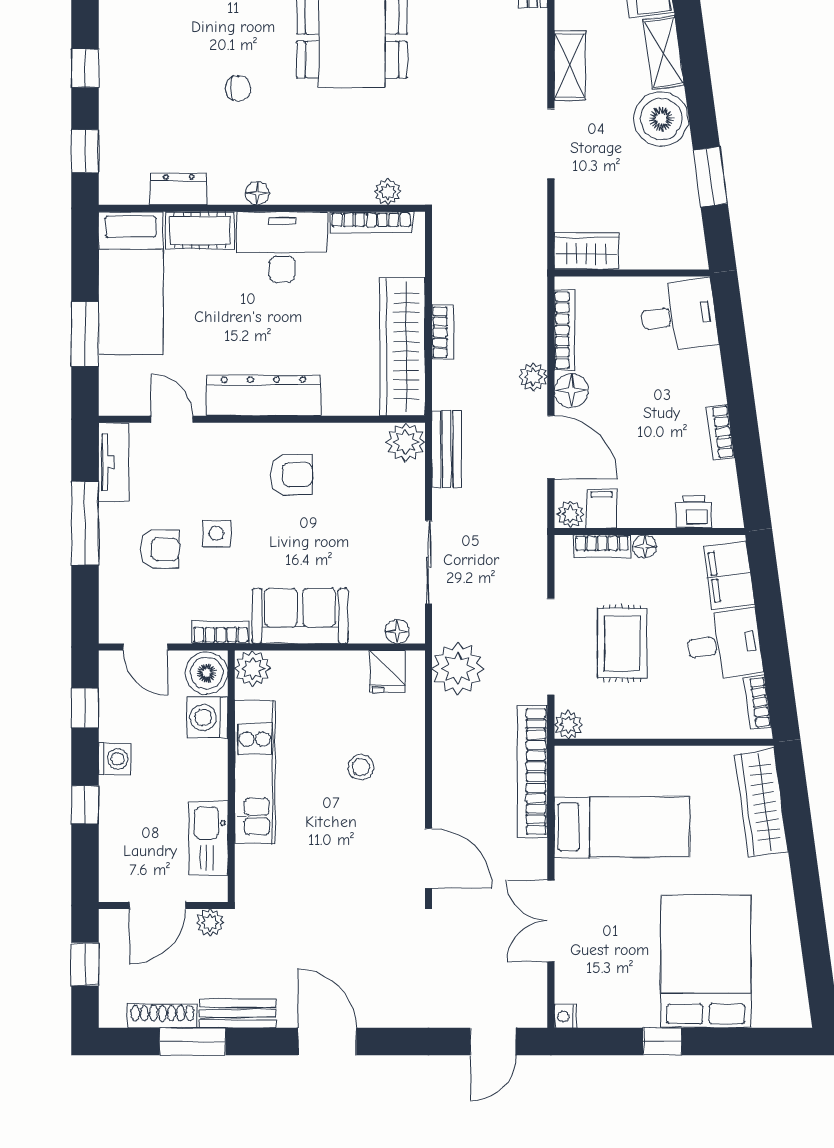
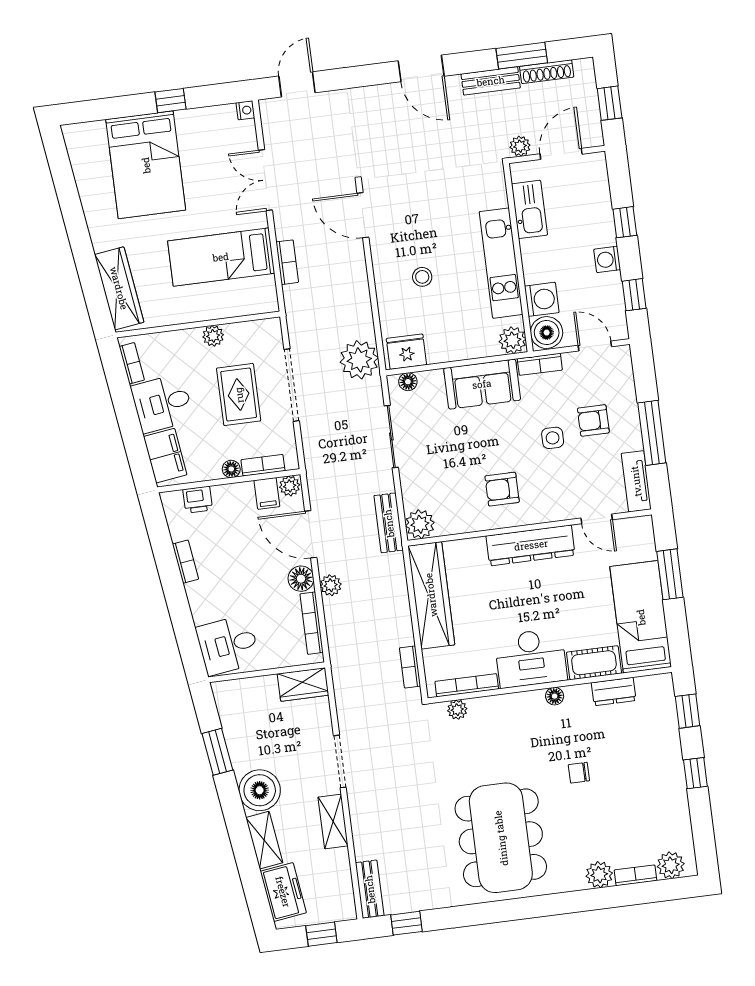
bookcase: (443, 332) -> (410, 667), moved
fridge: (387, 671) -> (406, 352), width x1.38
plant: (568, 725) -> (213, 336), moved
bookcase: (532, 772) -> (287, 262), width x0.43, depth x0.76
double door: (551, 921) -> (265, 180), swing flipped

